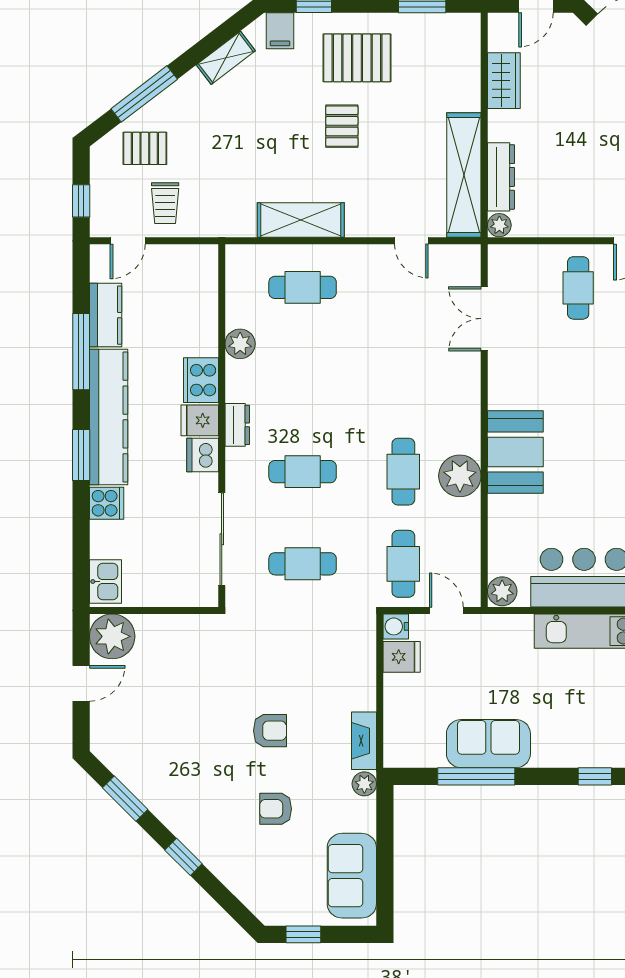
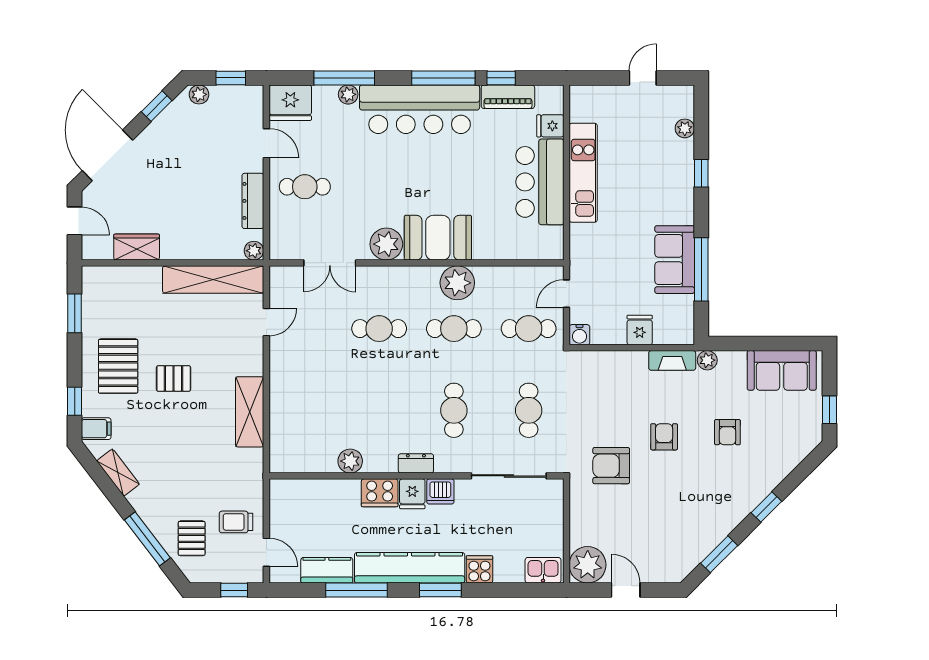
dresser: (501, 177) -> (253, 201), moved, turned -90
trolley: (165, 203) -> (236, 522), turned 180
cafe table: (303, 287) -> (379, 329), moved, turned 90
plant: (502, 591) -> (386, 244), moved, width x1.36, depth x1.36
fridge: (402, 657) -> (640, 330), moved
armchair: (234, 666) -> (611, 466), added

